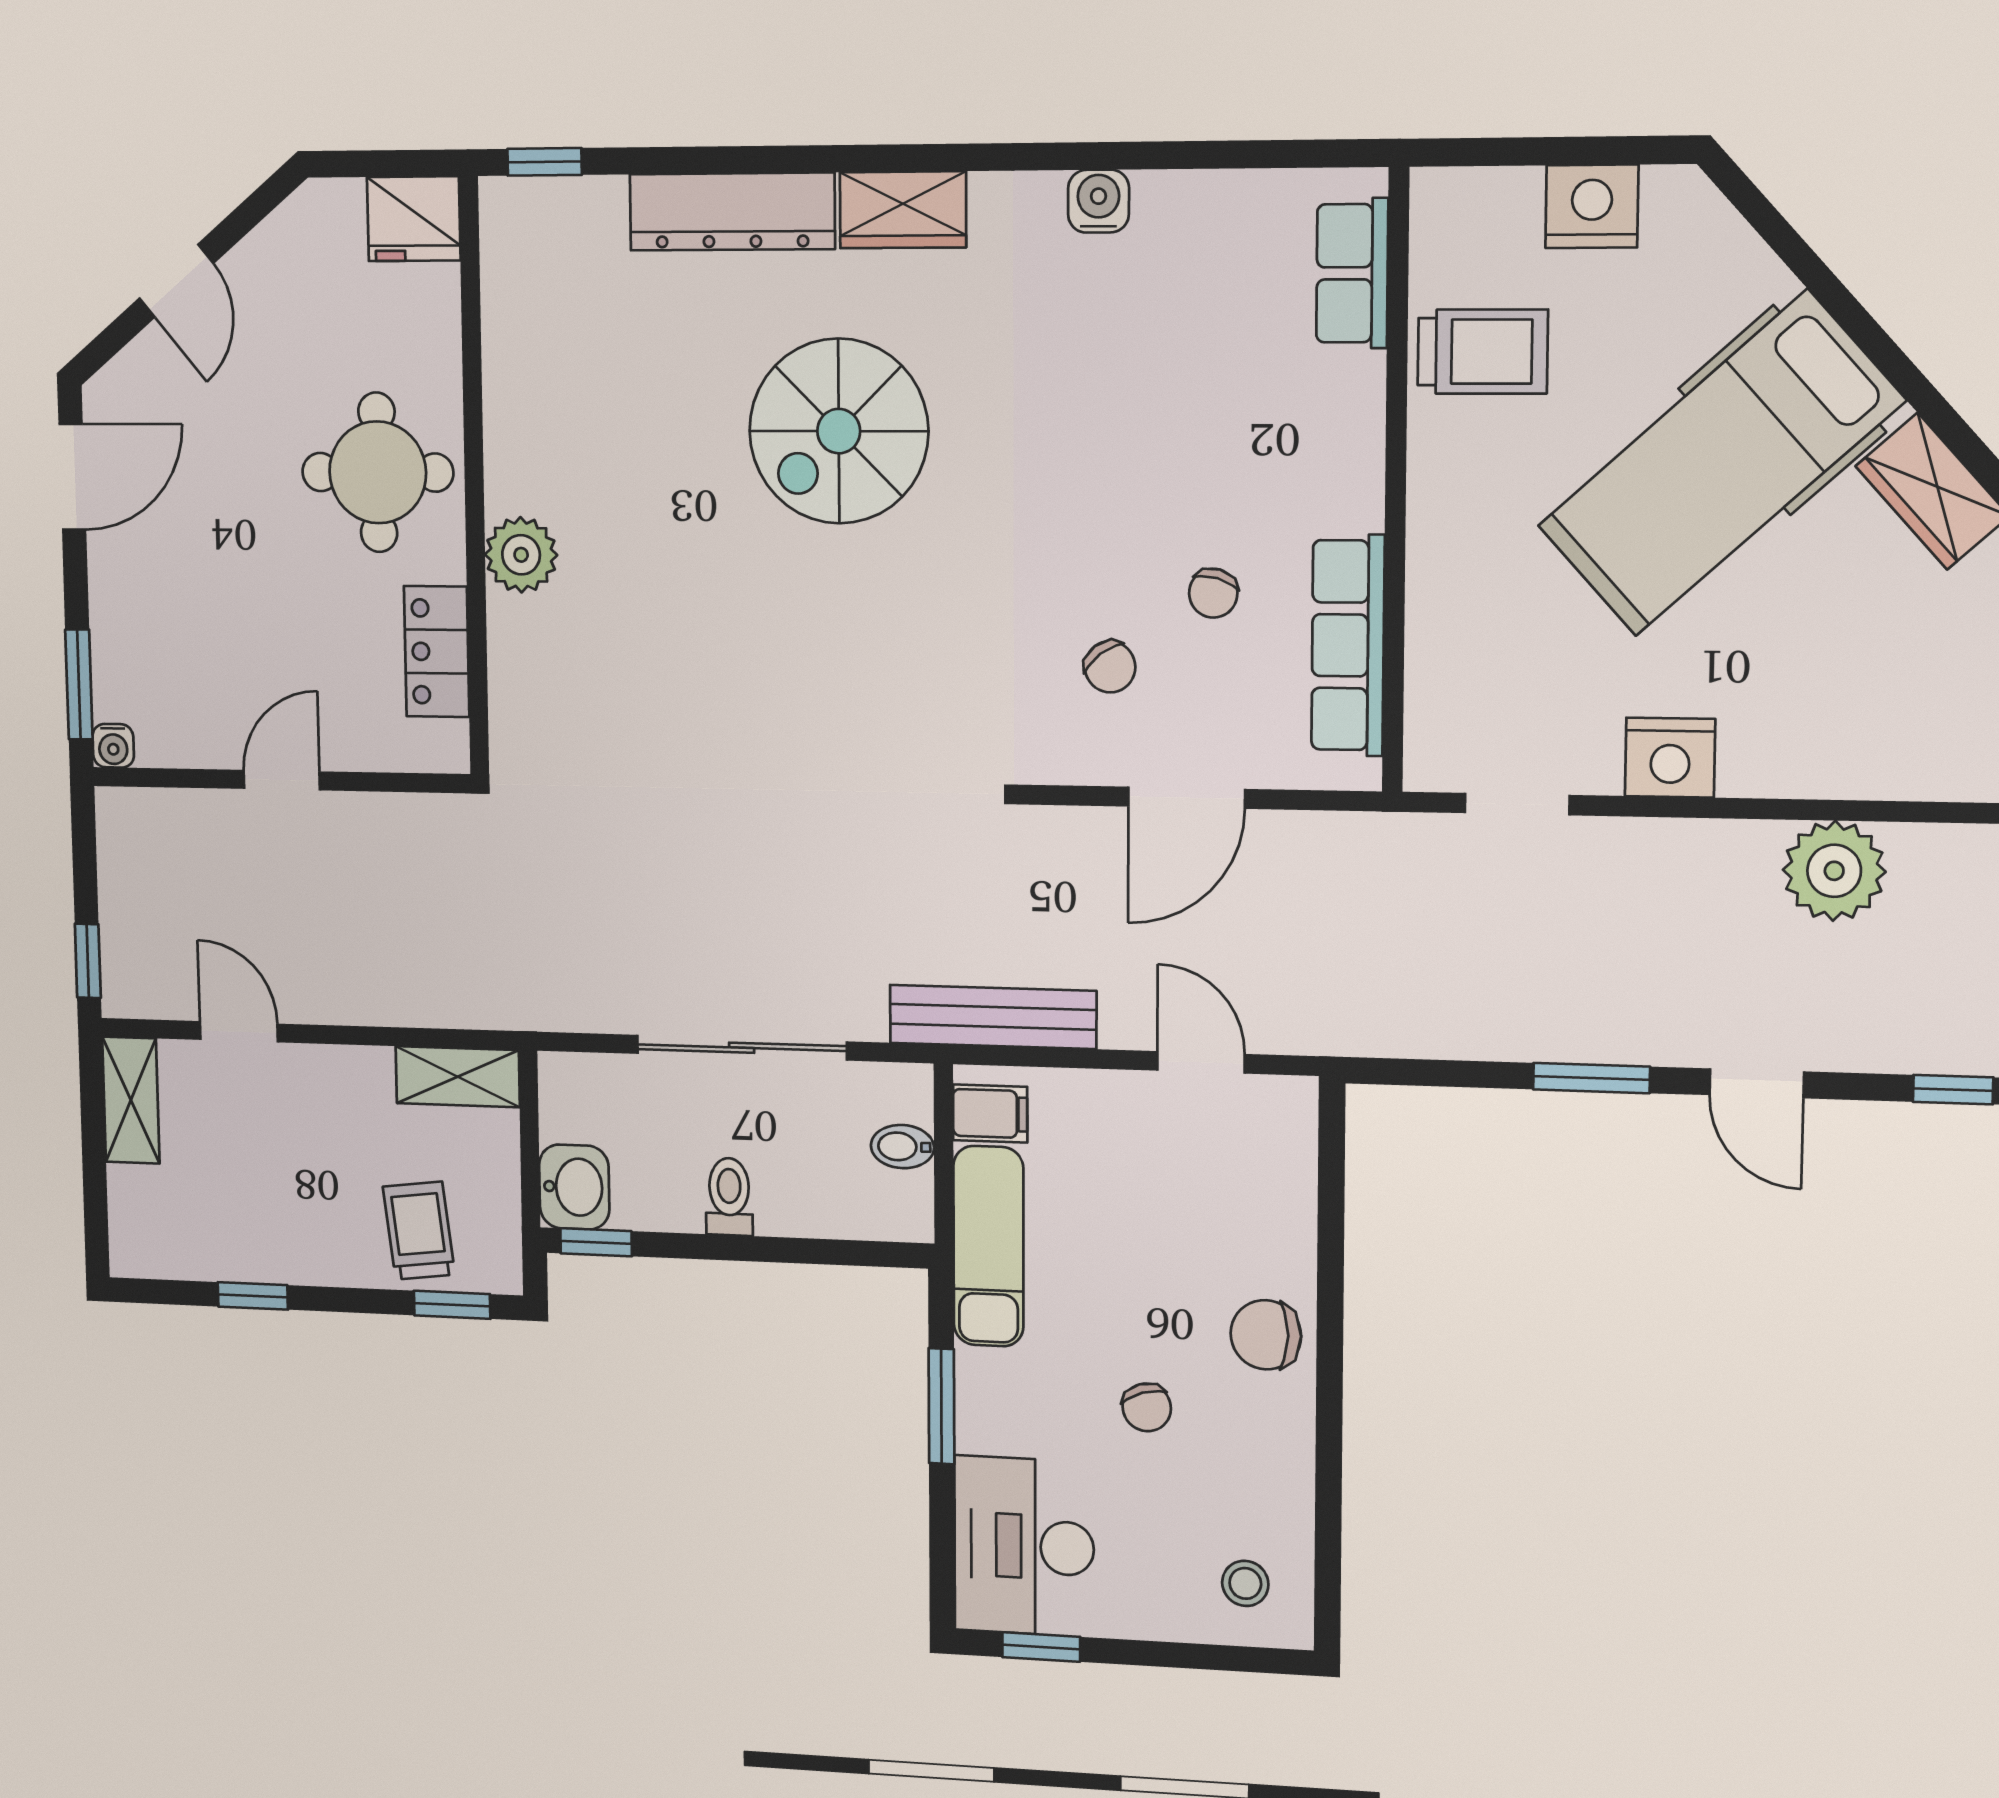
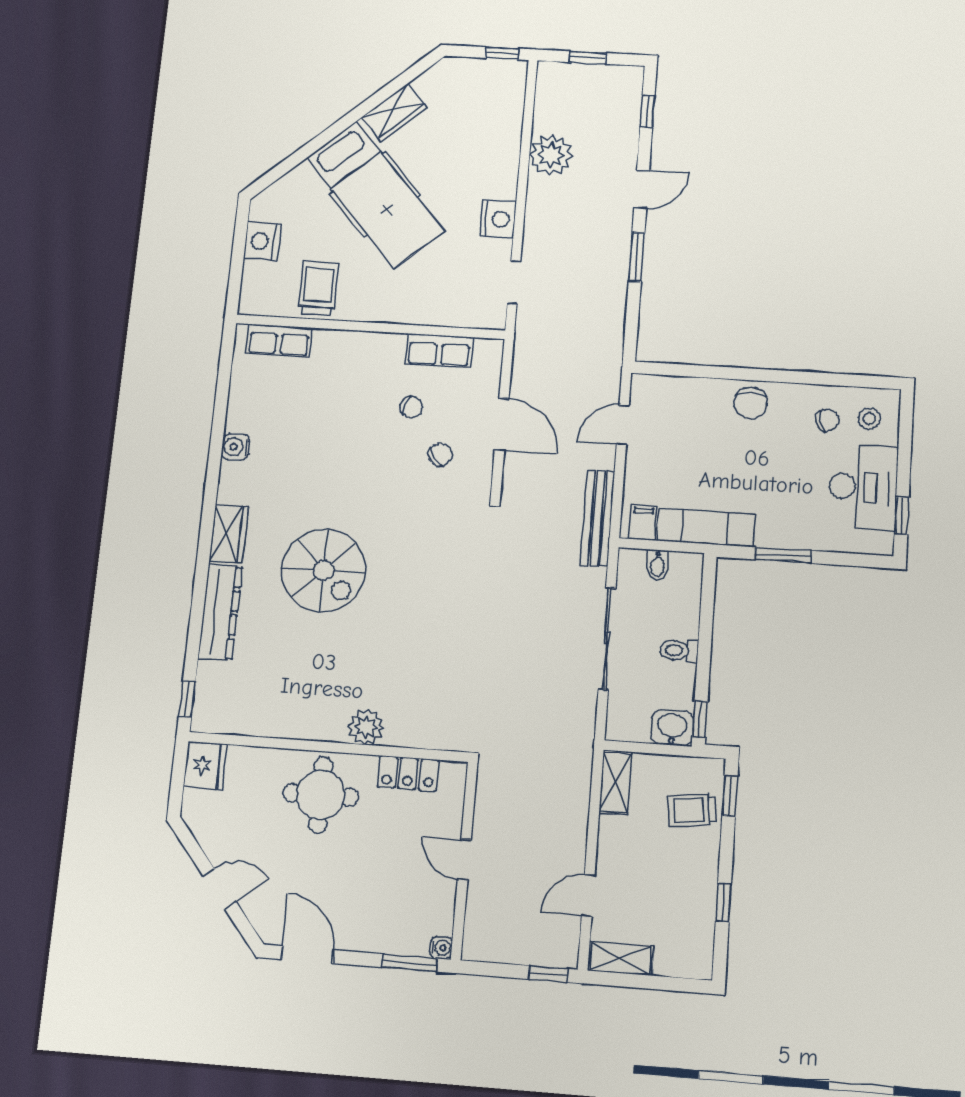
row of seats: (1348, 645) -> (439, 350), width x0.68
chair: (1147, 1407) -> (827, 420), moved
desk: (1024, 1546) -> (863, 487), moved, turned -90

